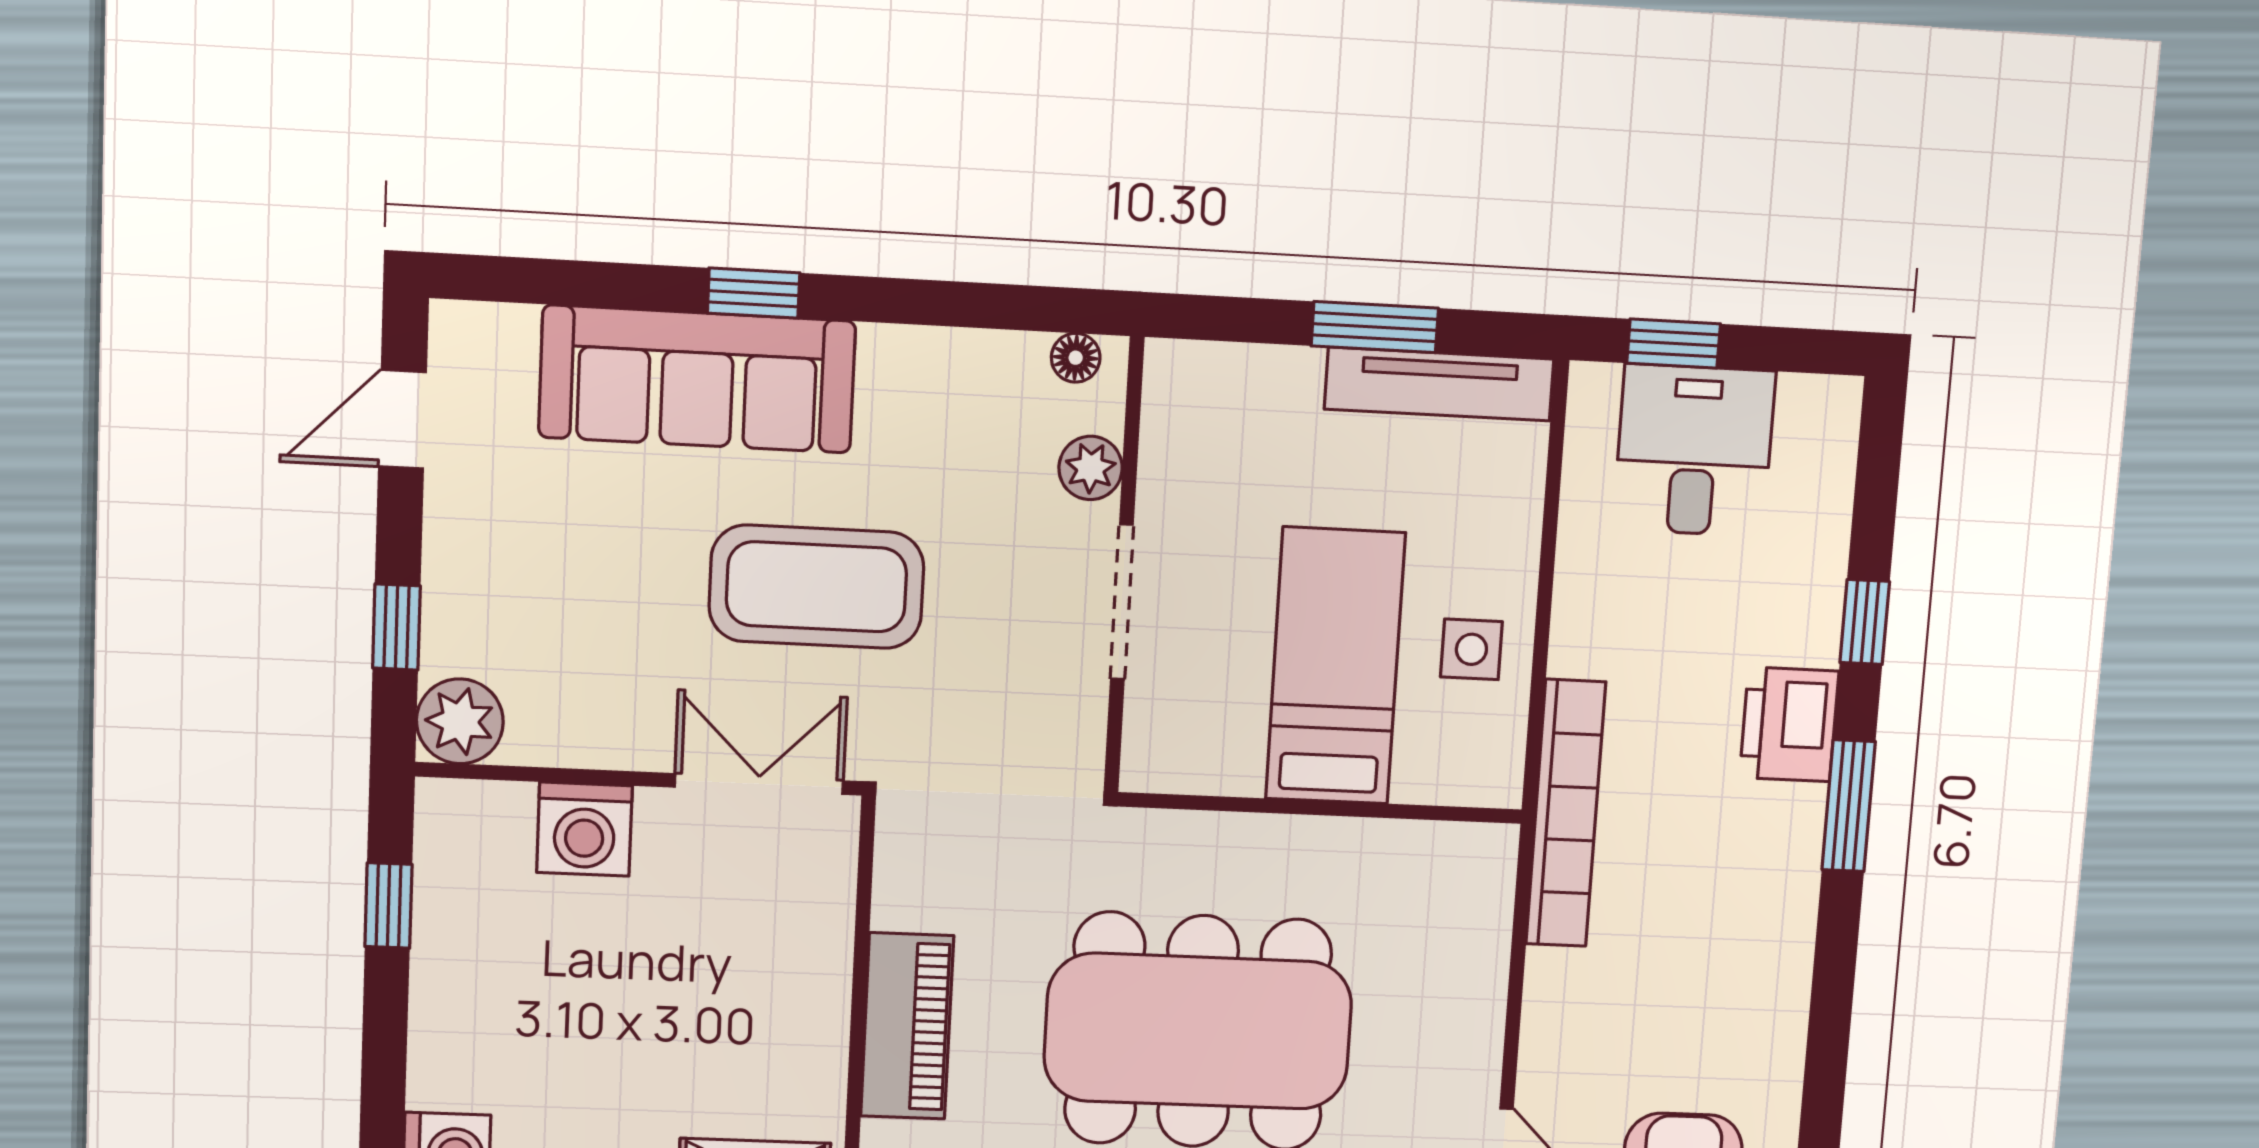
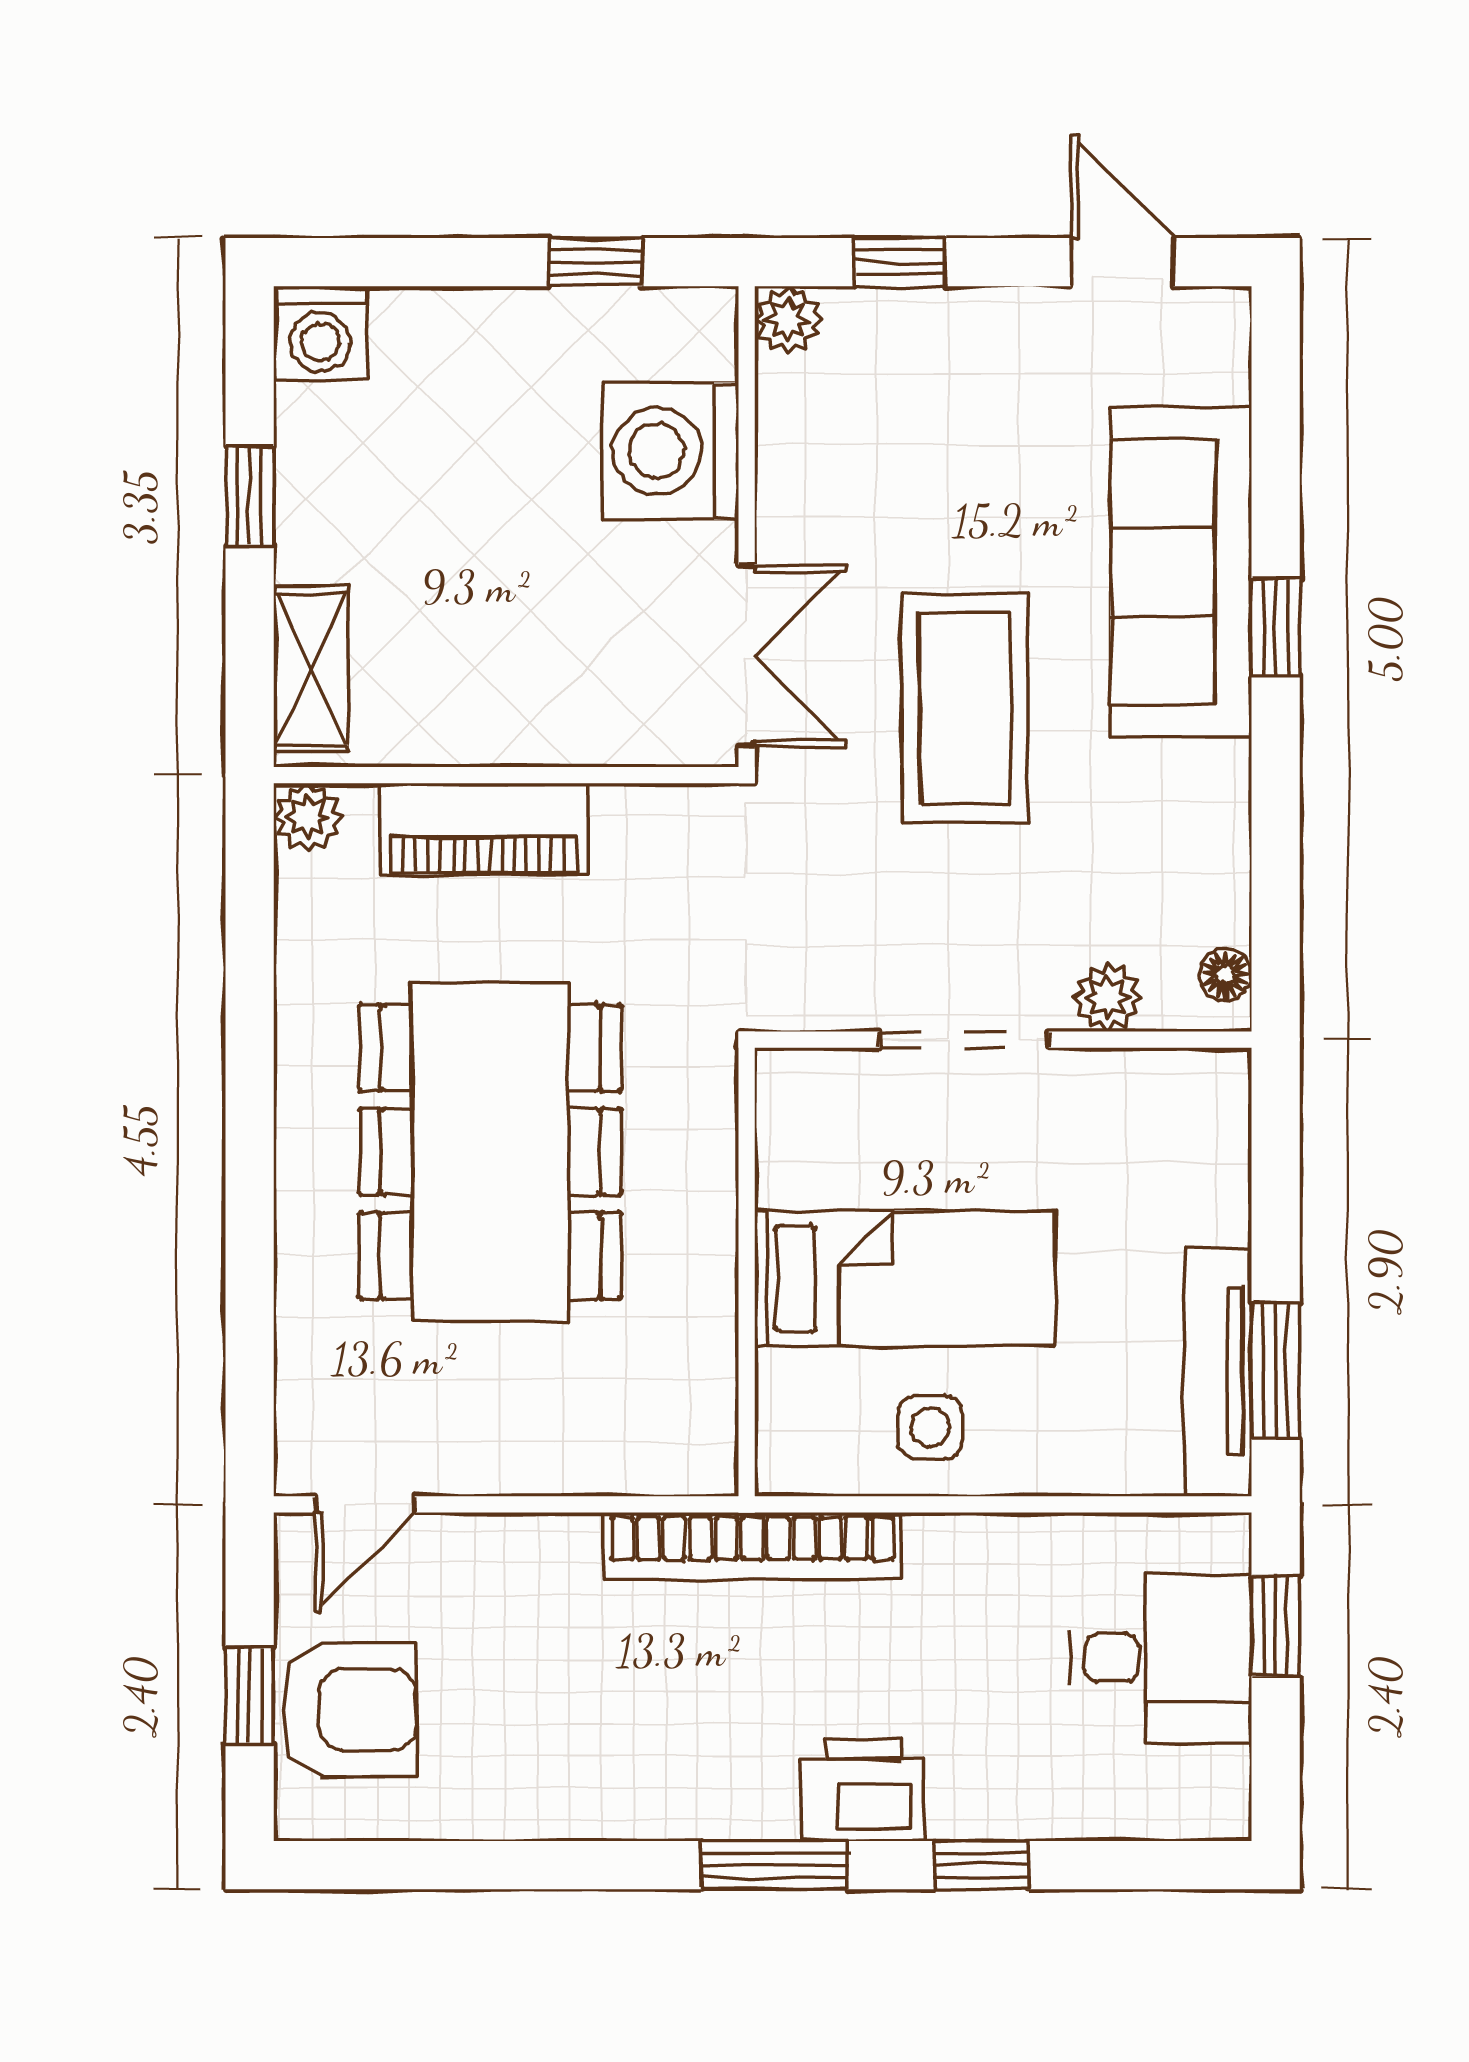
window: (1375, 327) -> (1276, 1371), moved
plant: (460, 721) -> (788, 320), width x0.73, depth x0.73
washing machine: (584, 829) -> (670, 451), width x1.37, depth x1.37

